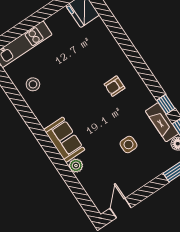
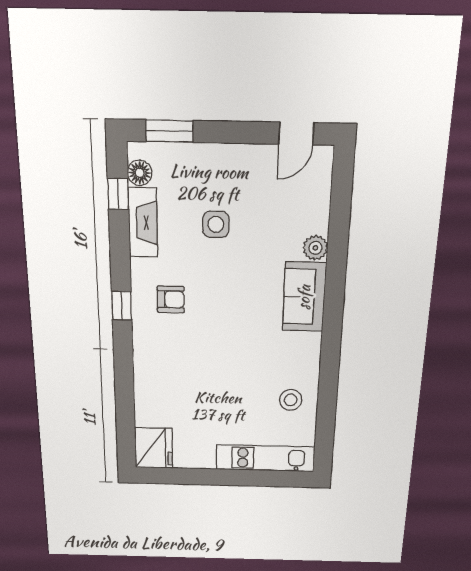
armchair: (115, 86) -> (171, 299), moved
window: (166, 104) -> (122, 306), moved

